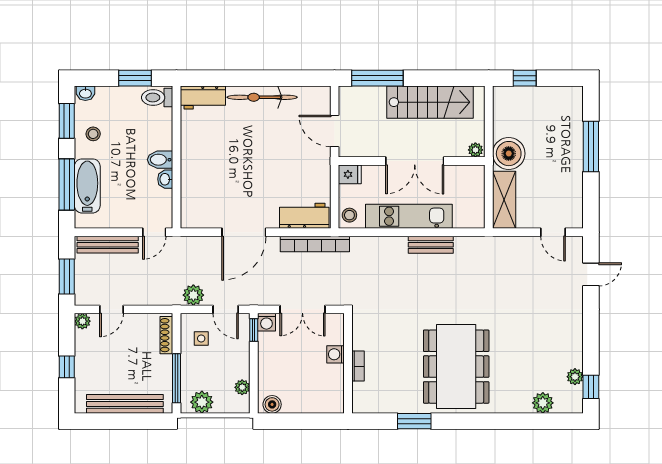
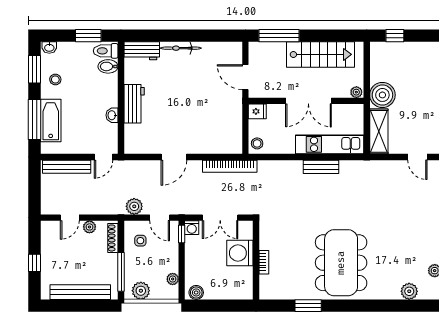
bicycle: (262, 97) -> (181, 48), width x0.73, depth x0.71
bidet: (160, 160) -> (108, 66), moved
workbench: (304, 216) -> (134, 104), moved, turned 90
kitchen unit: (409, 216) -> (330, 144), moved
door: (244, 232) -> (174, 157), width x0.73
window: (67, 277) -> (35, 192), removed
plant: (82, 321) -> (89, 227), moved
washing machine: (336, 354) -> (240, 253), width x1.89, depth x1.89

